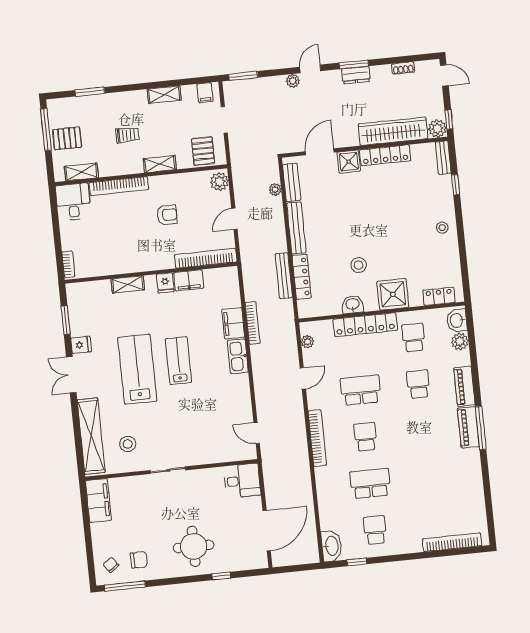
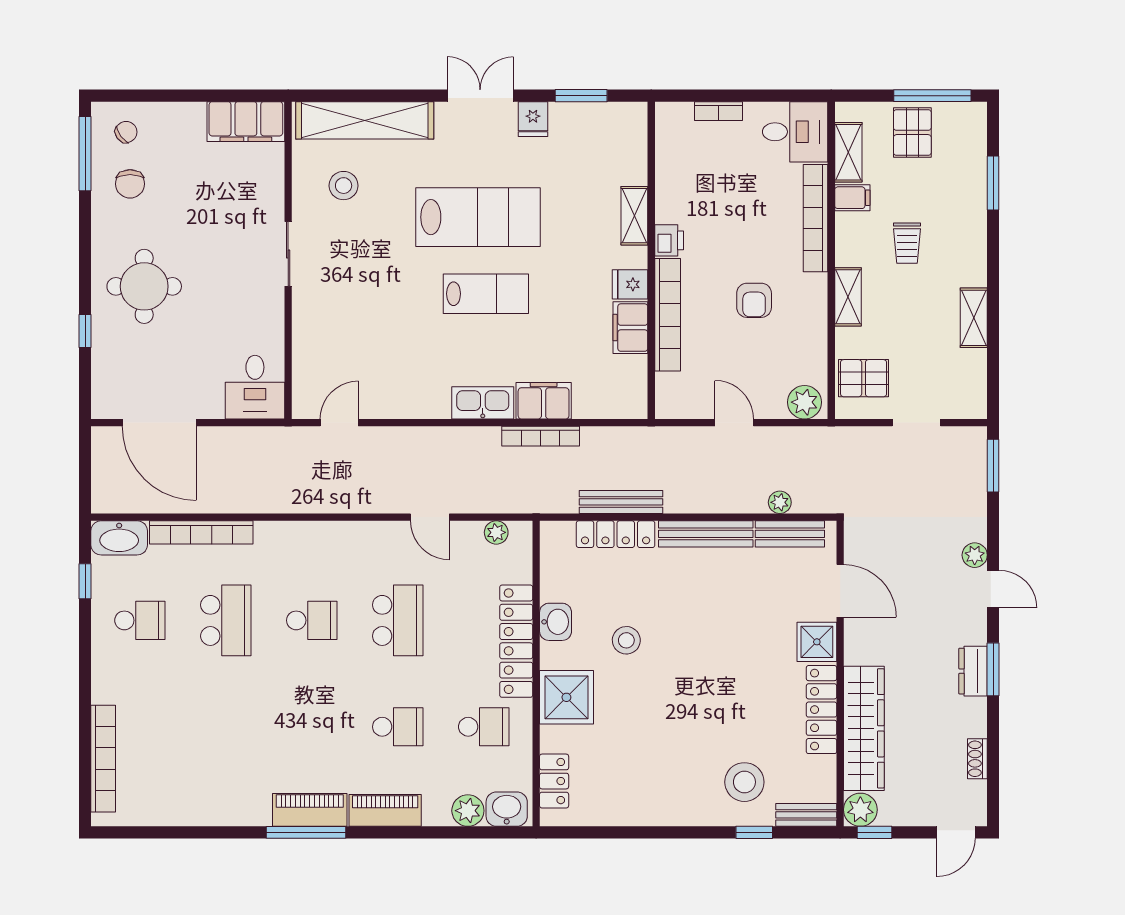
filing cabinet: (205, 93) -> (852, 198), moved, turned 180
stool: (442, 228) -> (744, 782), moved, width x1.89, depth x1.89
bookcase: (206, 258) -> (668, 315), moved
bookcase: (68, 264) -> (719, 111), moved
printer: (139, 264) -> (669, 240), added
bookcase: (317, 438) -> (201, 532), moved

